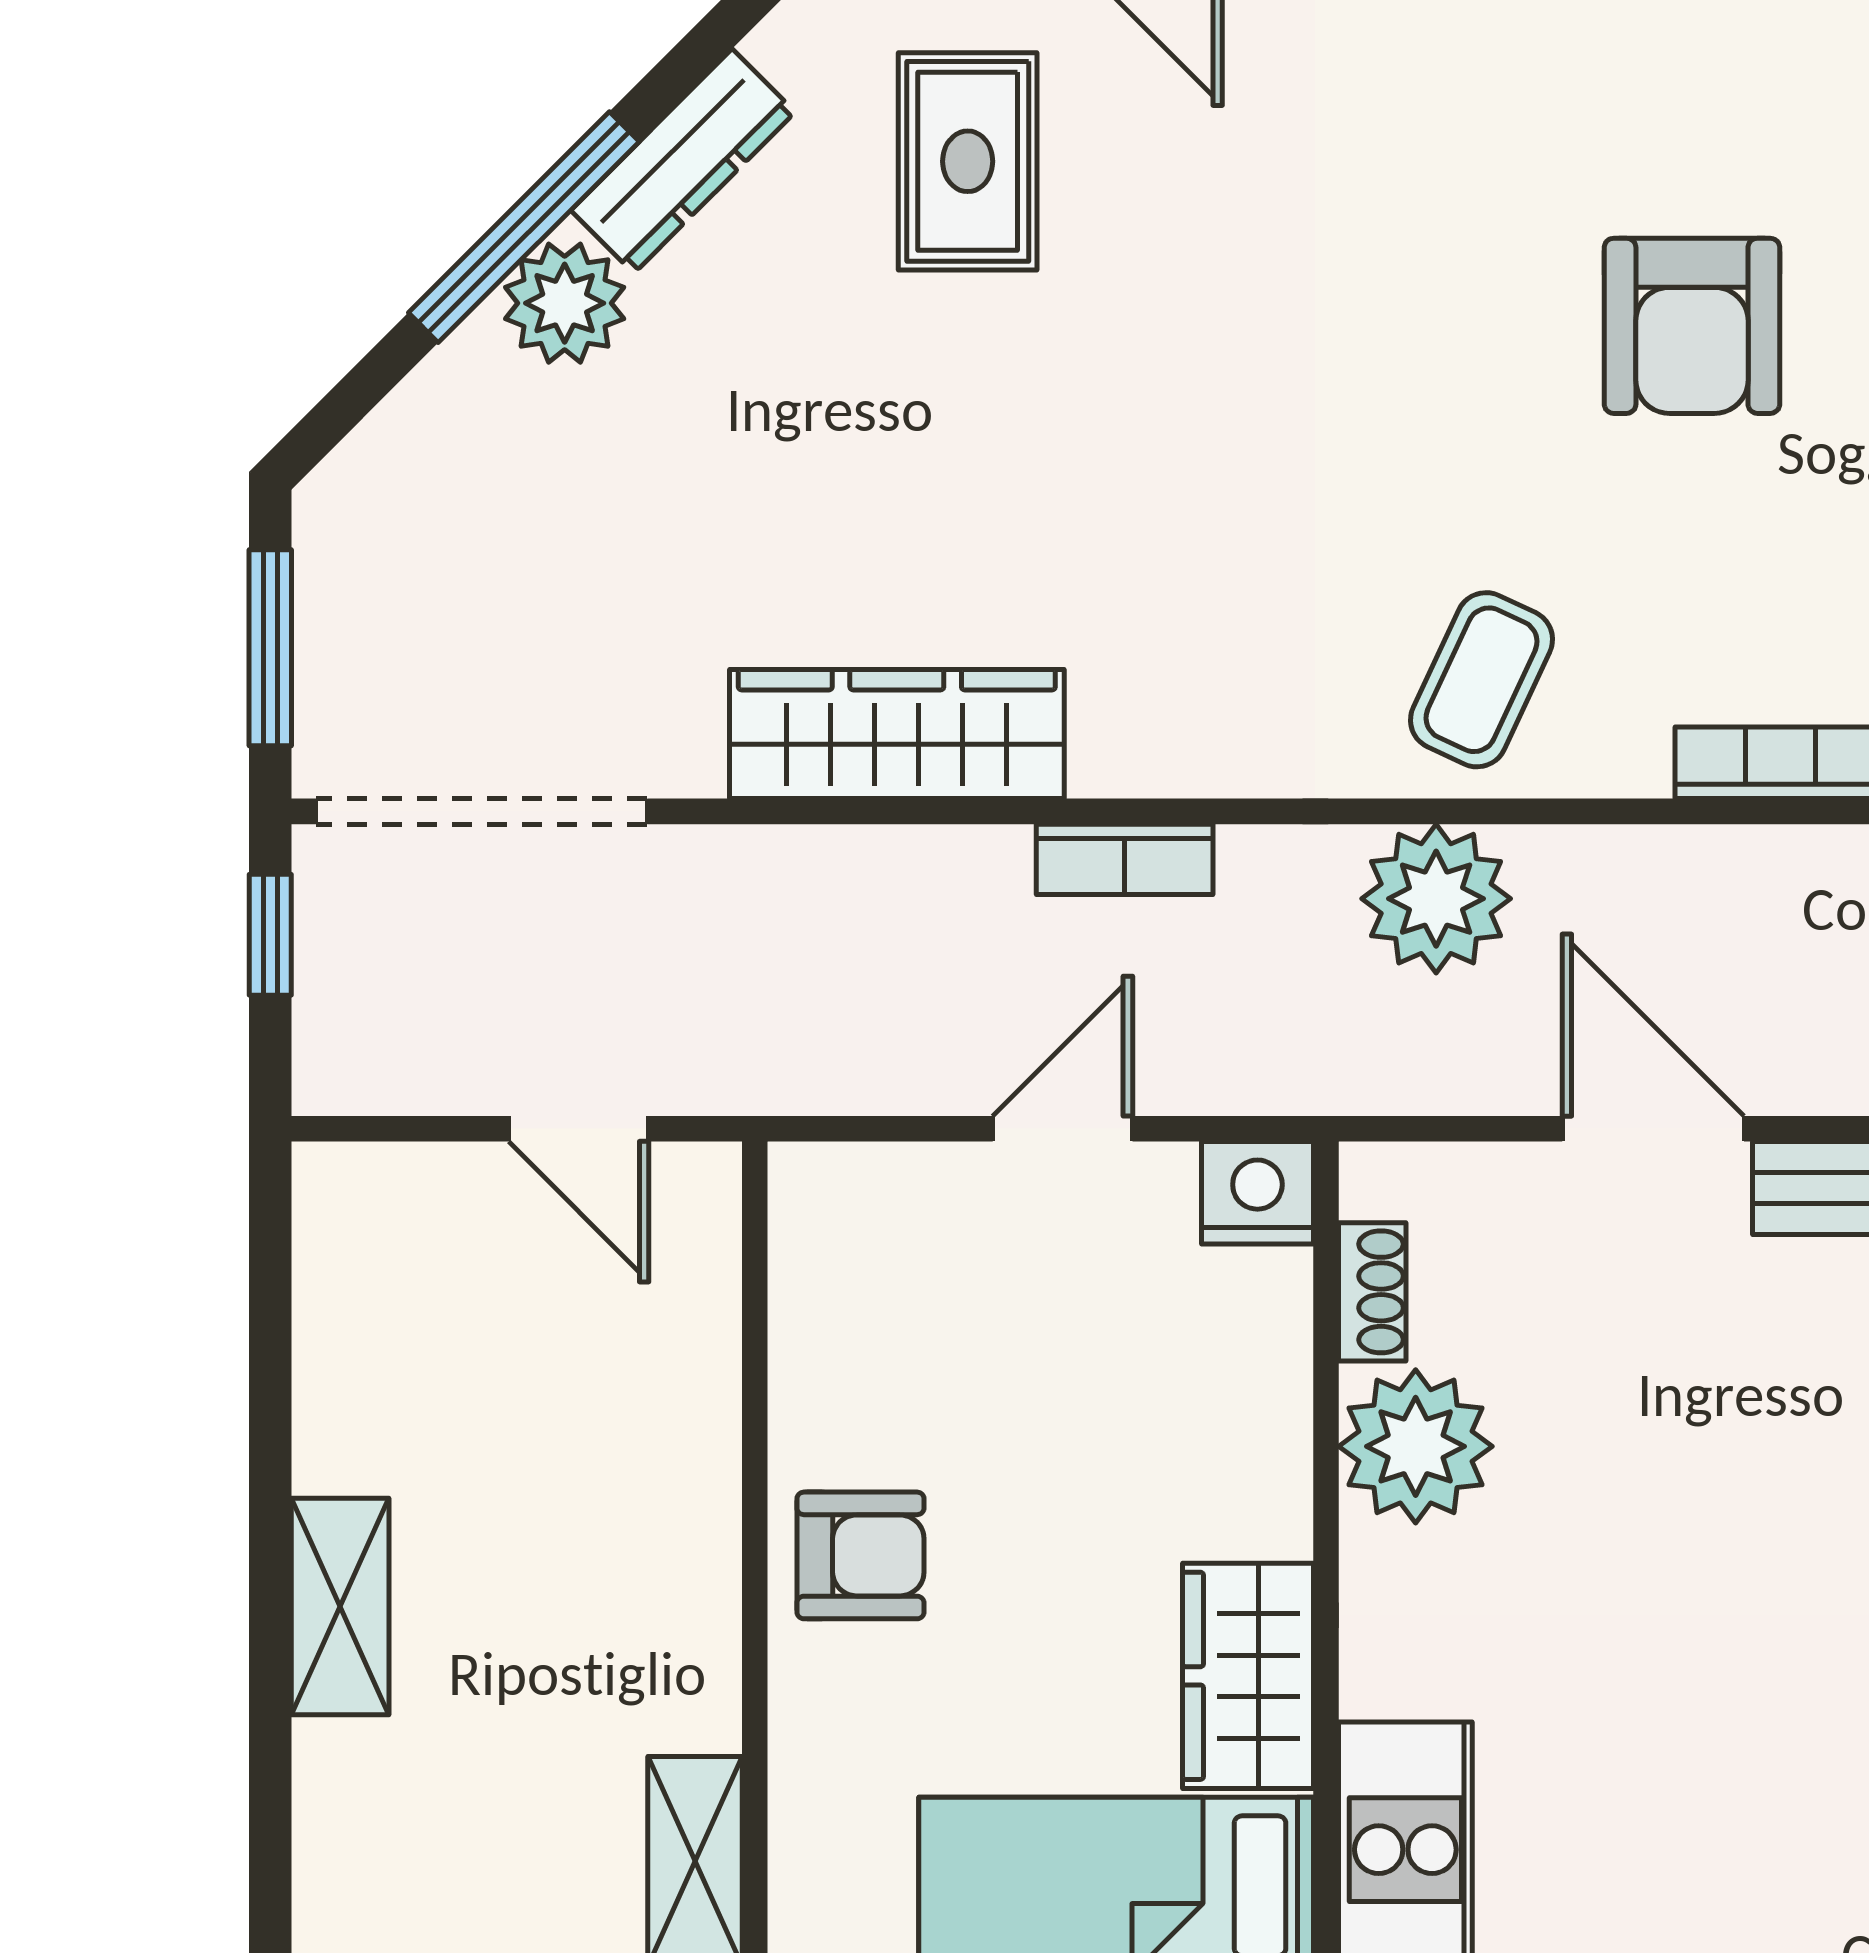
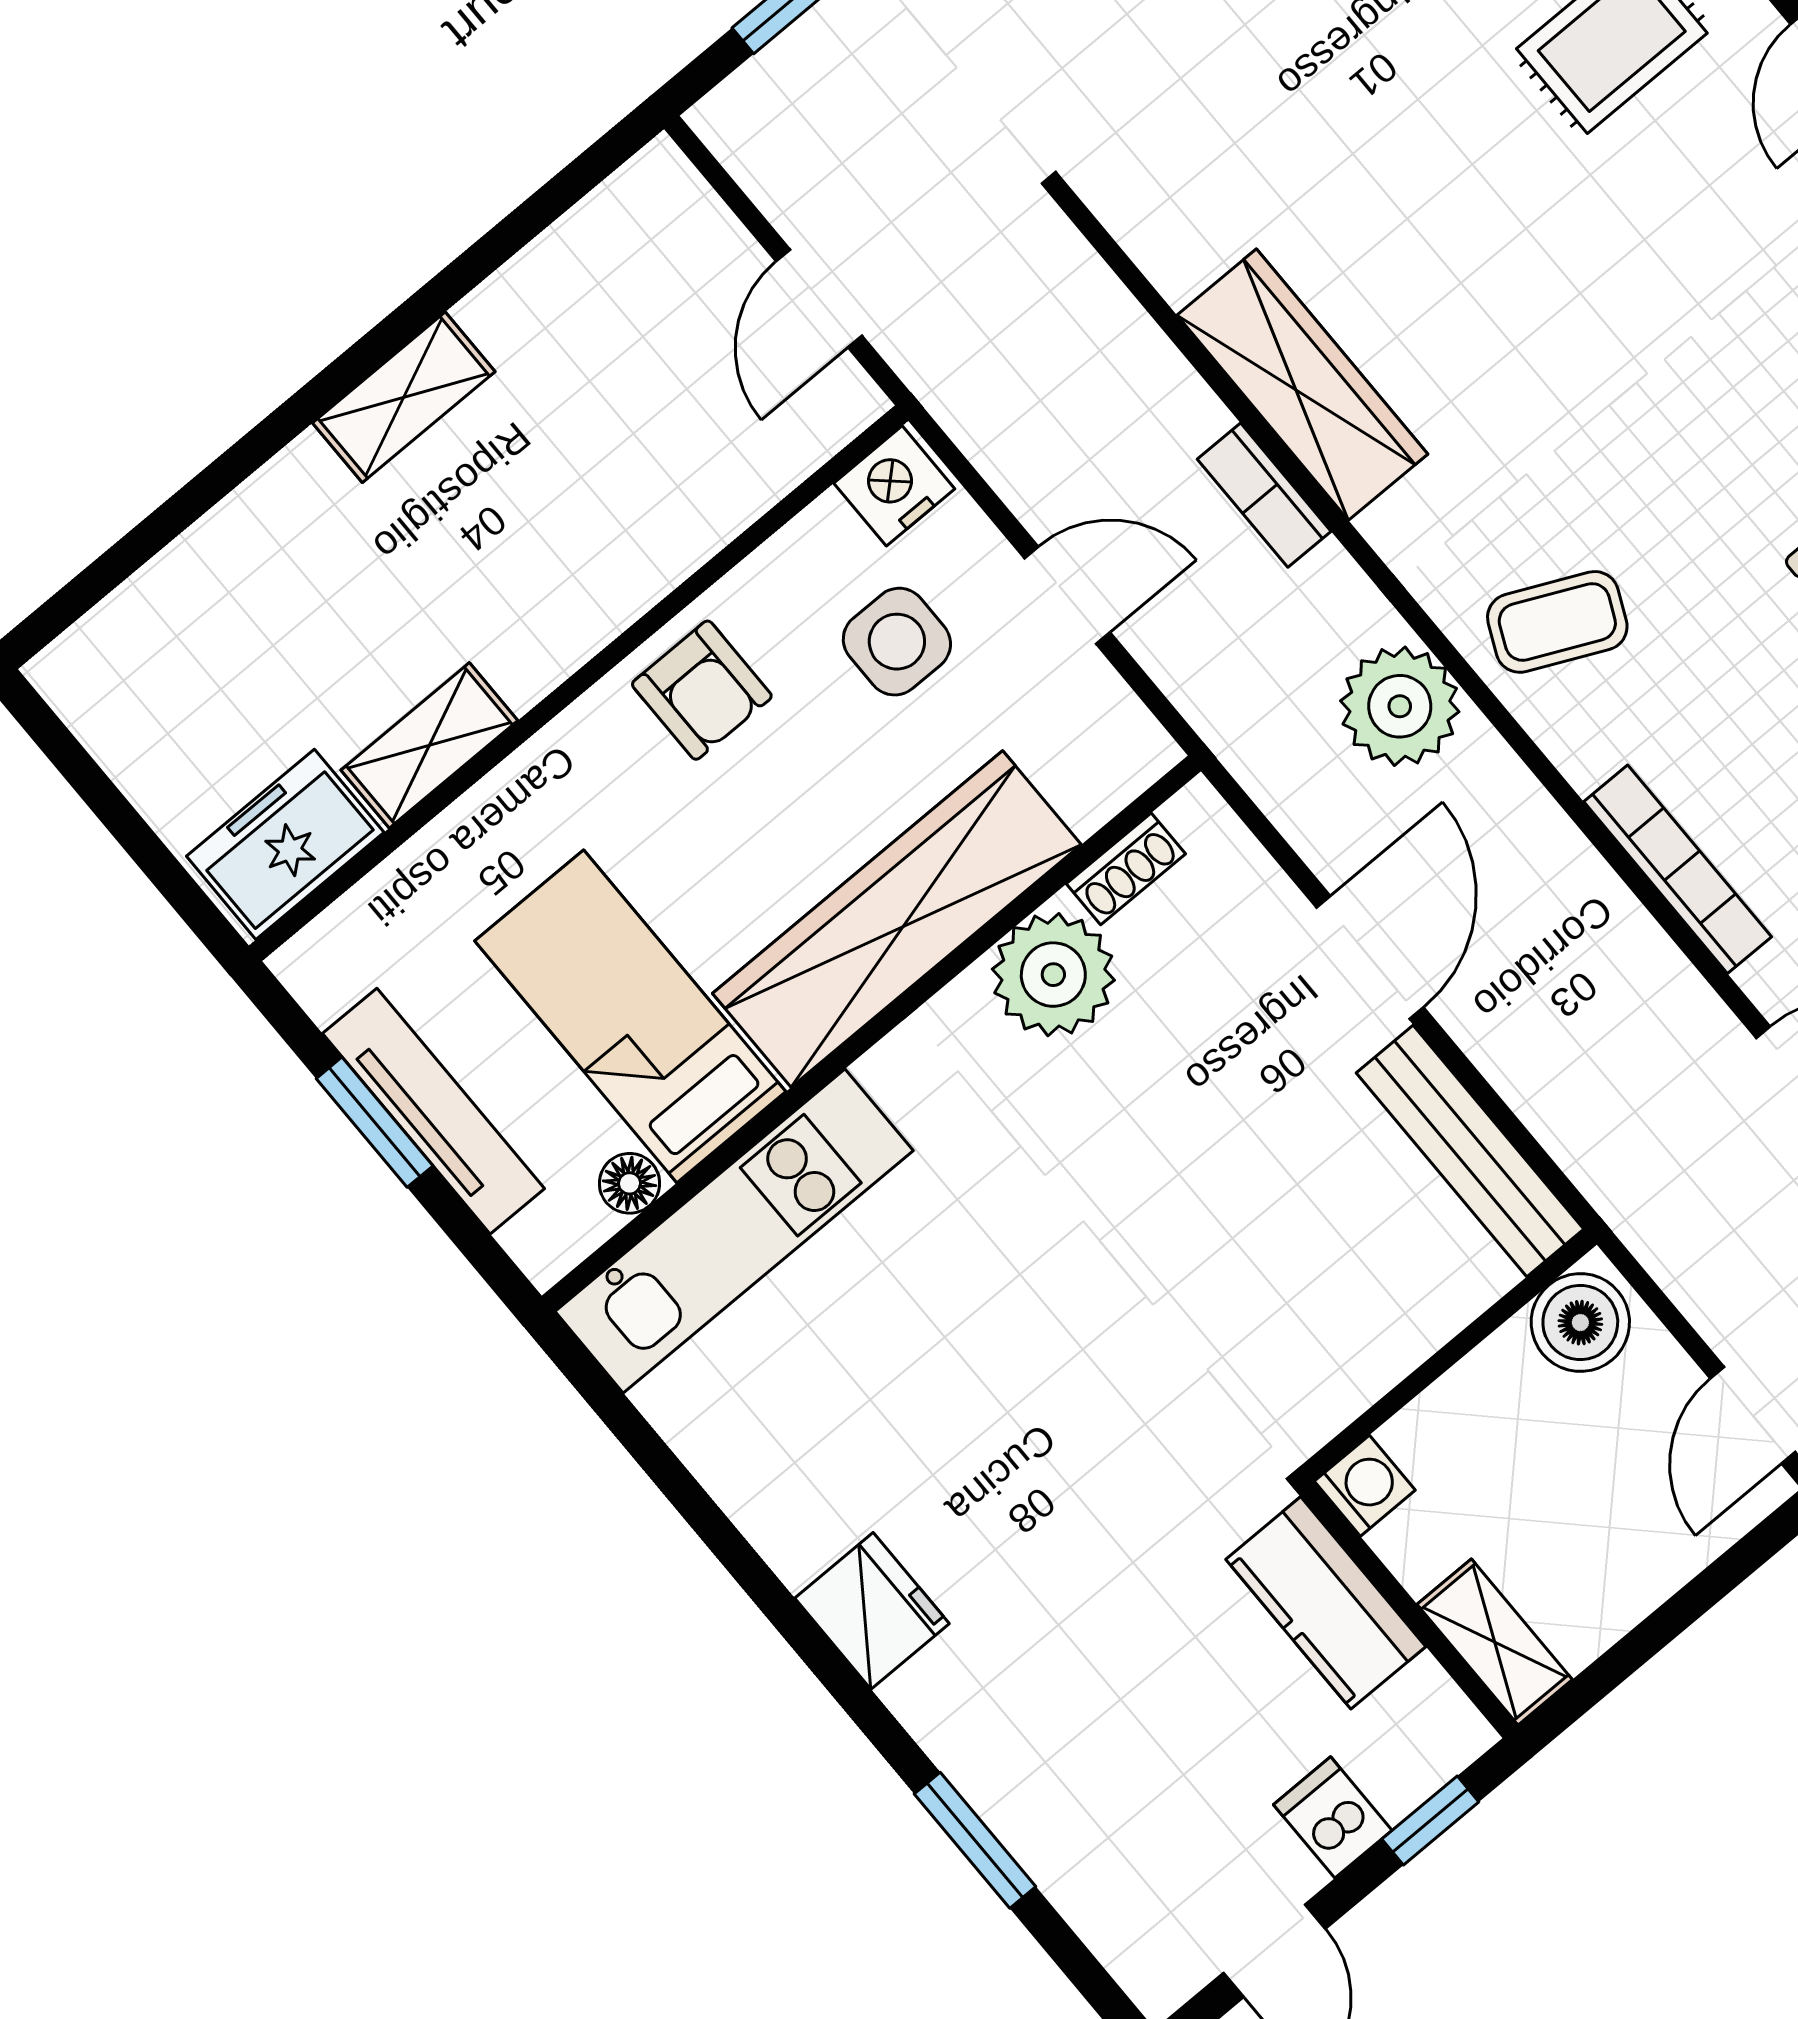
wardrobe: (897, 734) -> (1302, 385), moved
nightstand: (1257, 1193) -> (894, 486), moved, turned -90
side table: (970, 1329) -> (897, 642), added
wardrobe: (1248, 1676) -> (897, 919), width x2.10, depth x1.17

